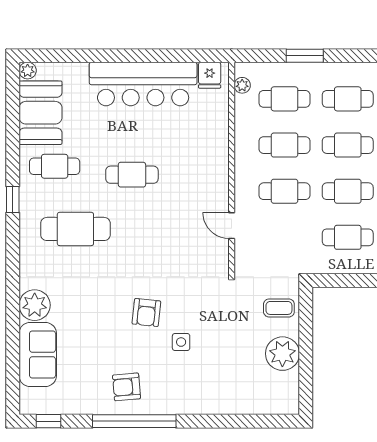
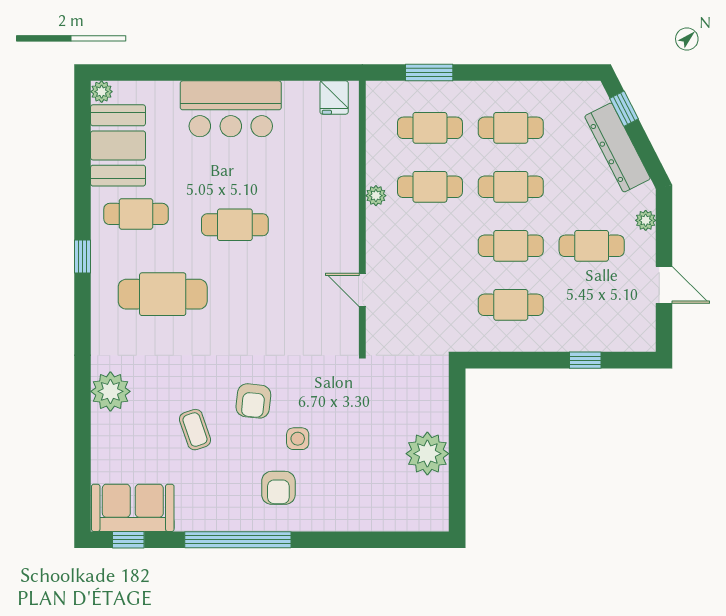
window: (305, 56) -> (429, 73), moved
bar counter: (143, 84) -> (231, 109), width x0.73
plant: (242, 85) -> (376, 196), moved
cafe table: (284, 191) -> (430, 246), removed
coffee table: (279, 308) -> (195, 430), moved, turned 71
sofa: (38, 354) -> (133, 508), moved, turned -90
armchair: (127, 387) -> (278, 488), moved, turned -85

